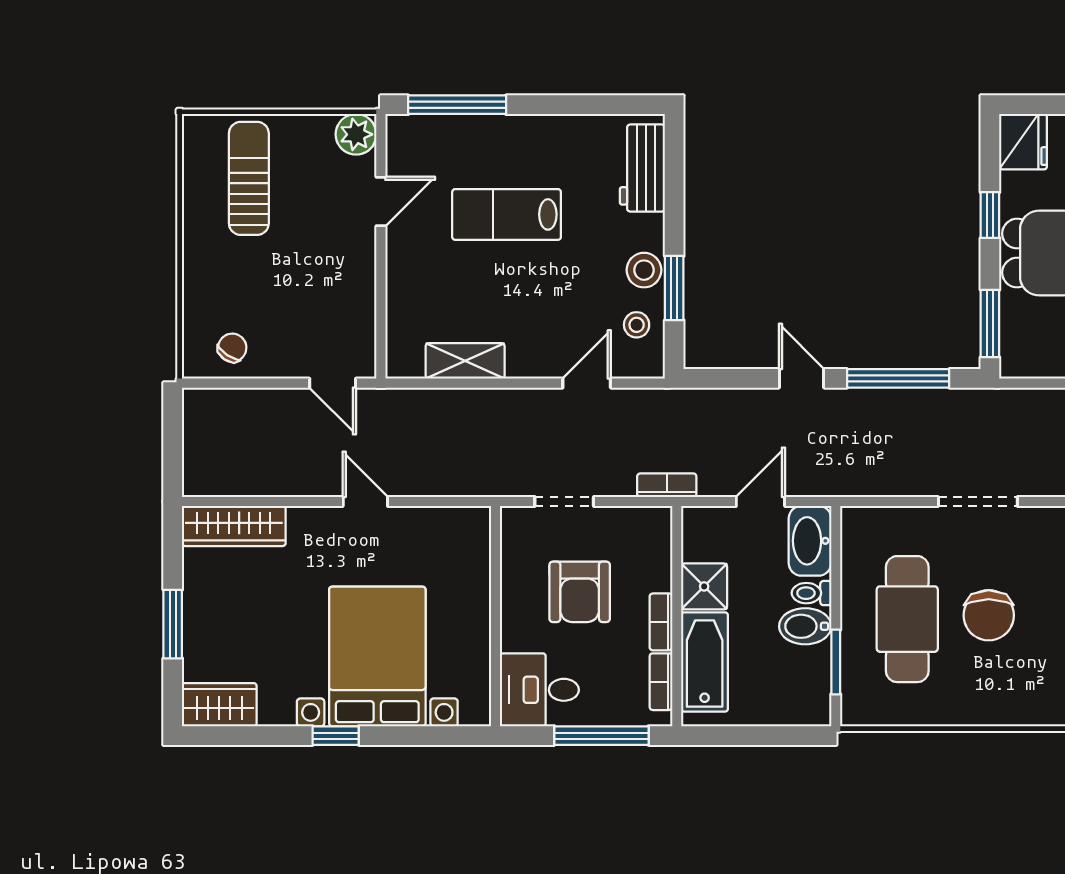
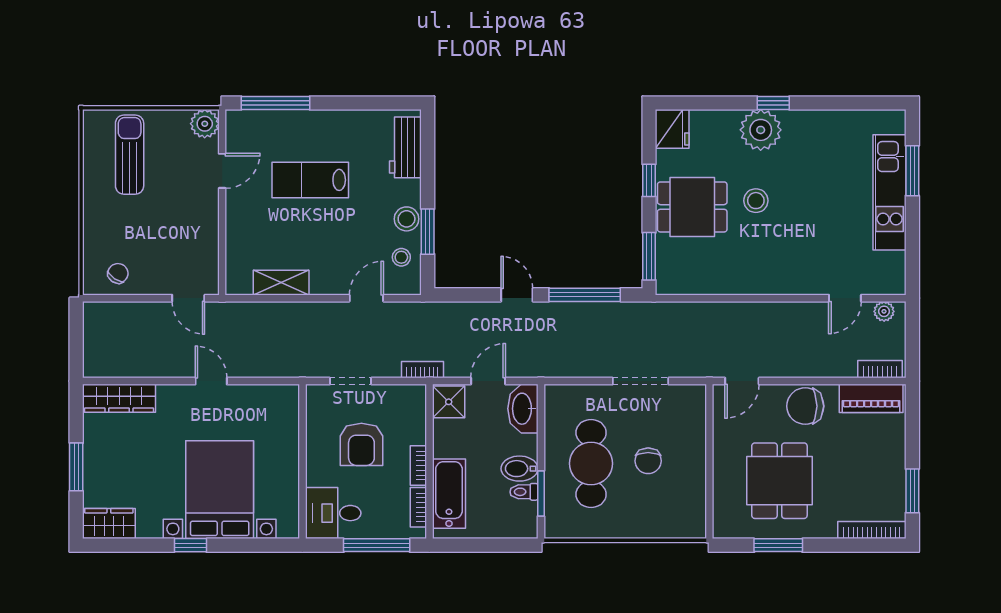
shower: (704, 586) -> (449, 402), moved
toilet: (812, 593) -> (524, 492), moved
chair: (989, 615) -> (648, 461), width x0.73, depth x0.73

